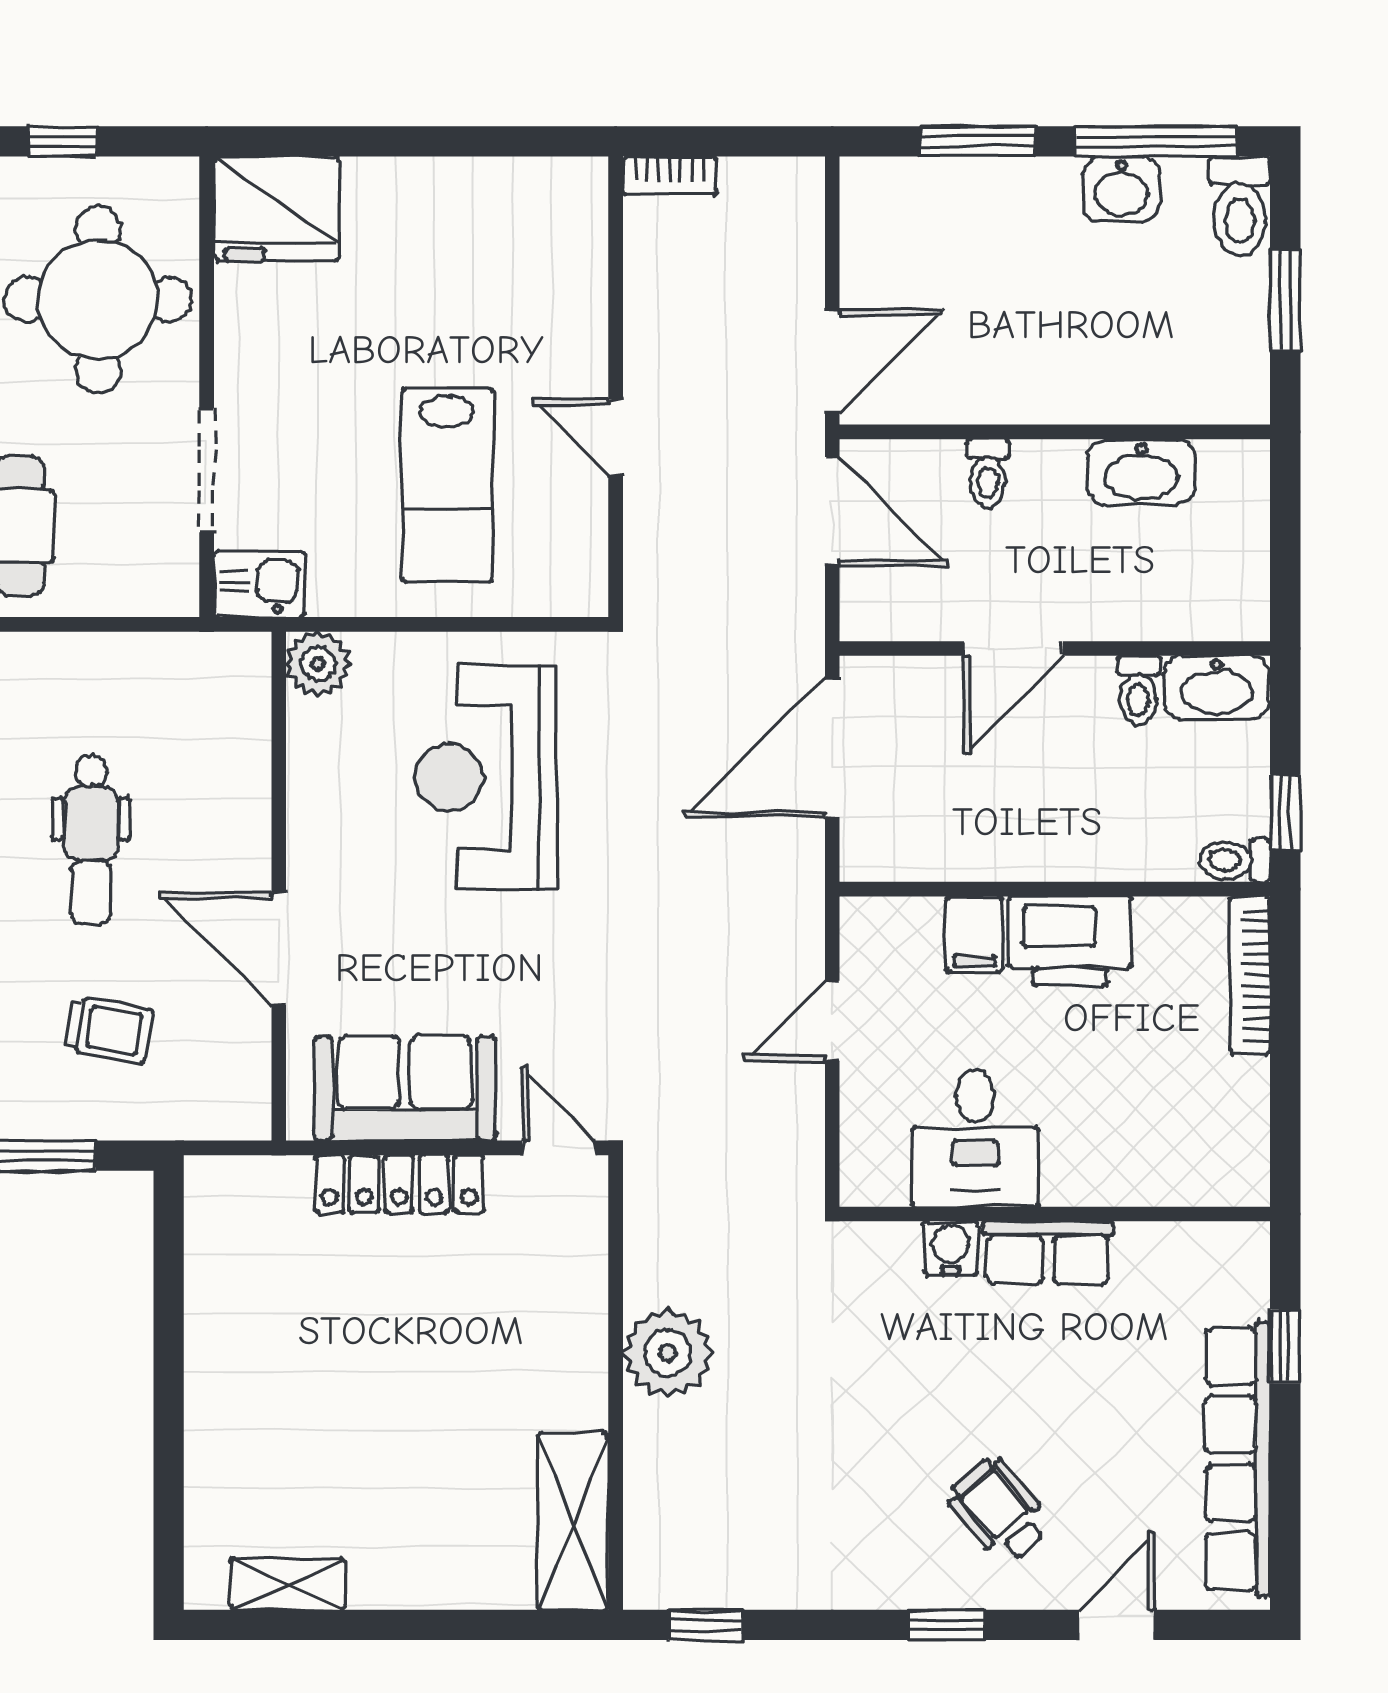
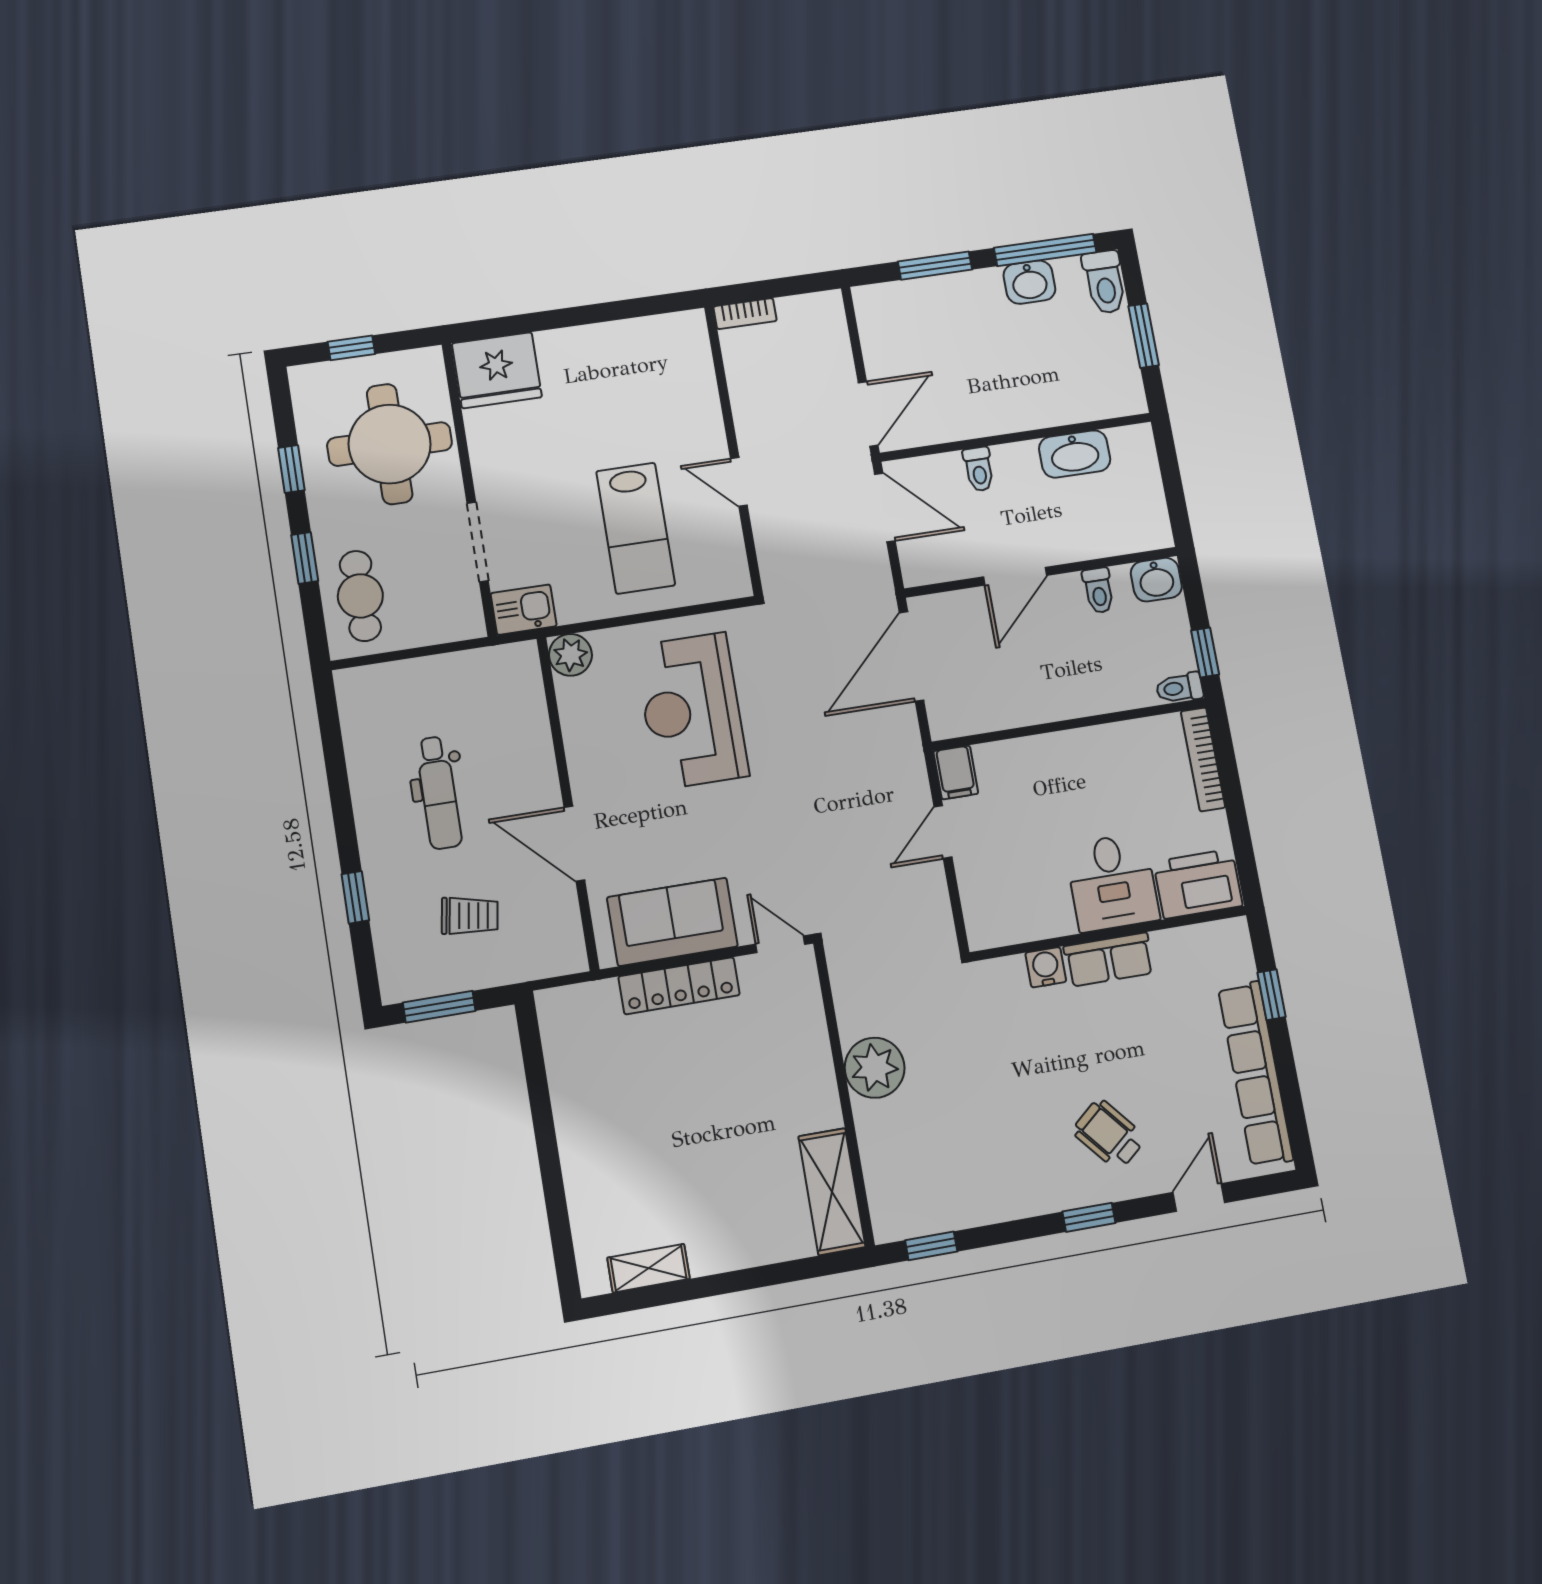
washbasin: (1217, 688) -> (1156, 580), width x0.72
filing cabinet: (975, 934) -> (956, 772), moved
printer: (1070, 941) -> (1198, 884), moved, turned 180
desk: (975, 1138) -> (1112, 882), moved

